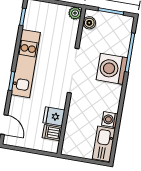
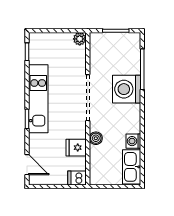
boiler: (89, 23) -> (96, 138), moved
dishwasher: (52, 133) -> (77, 178), moved

